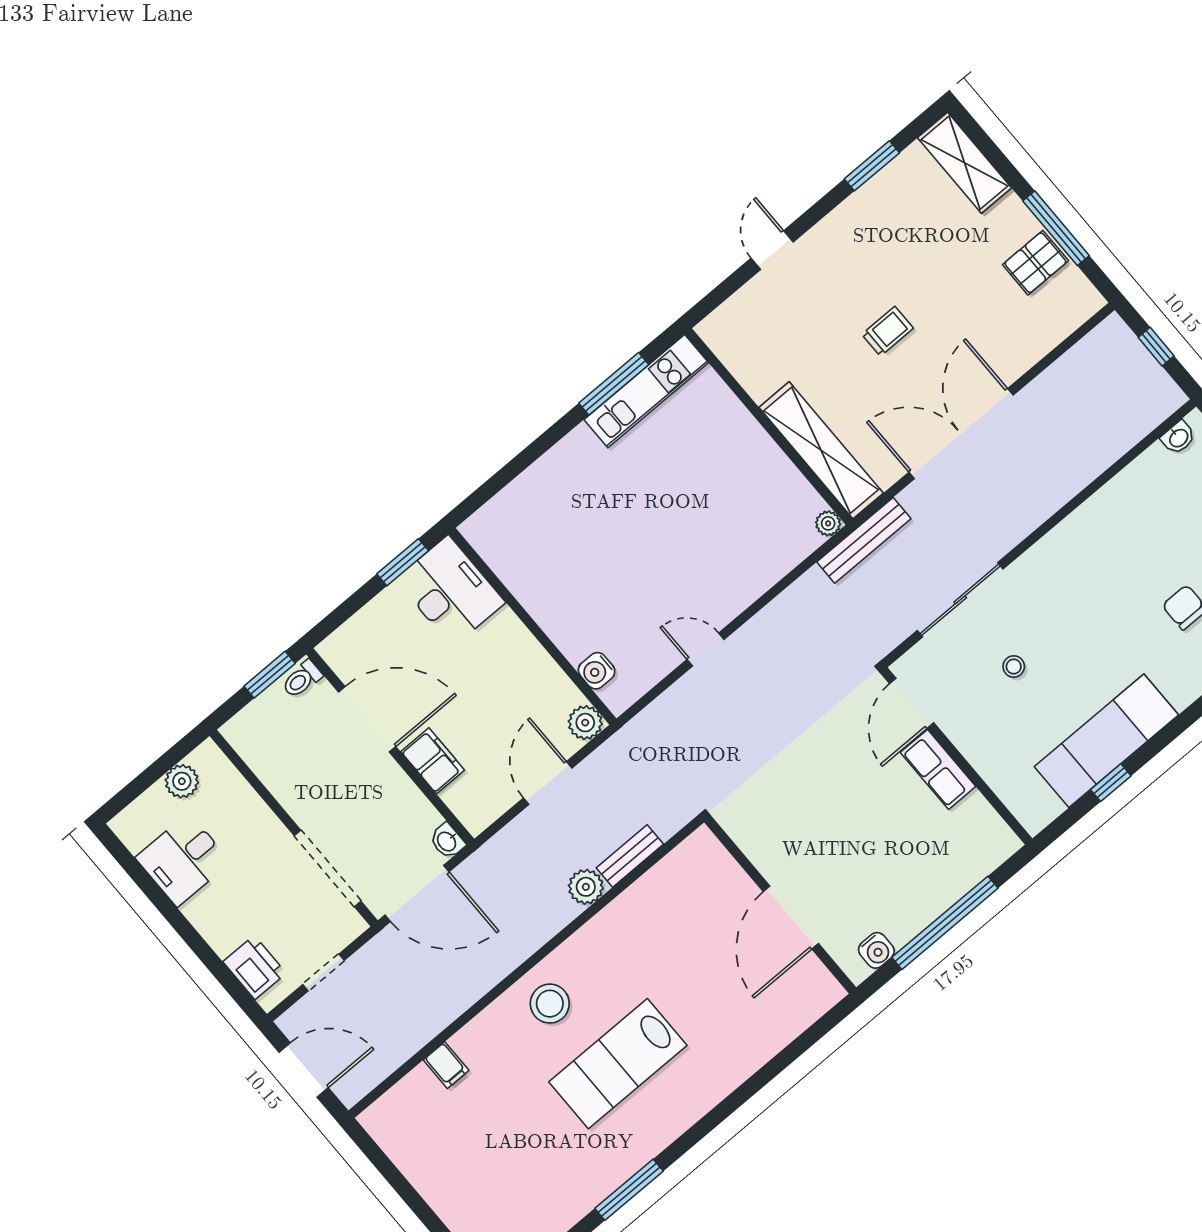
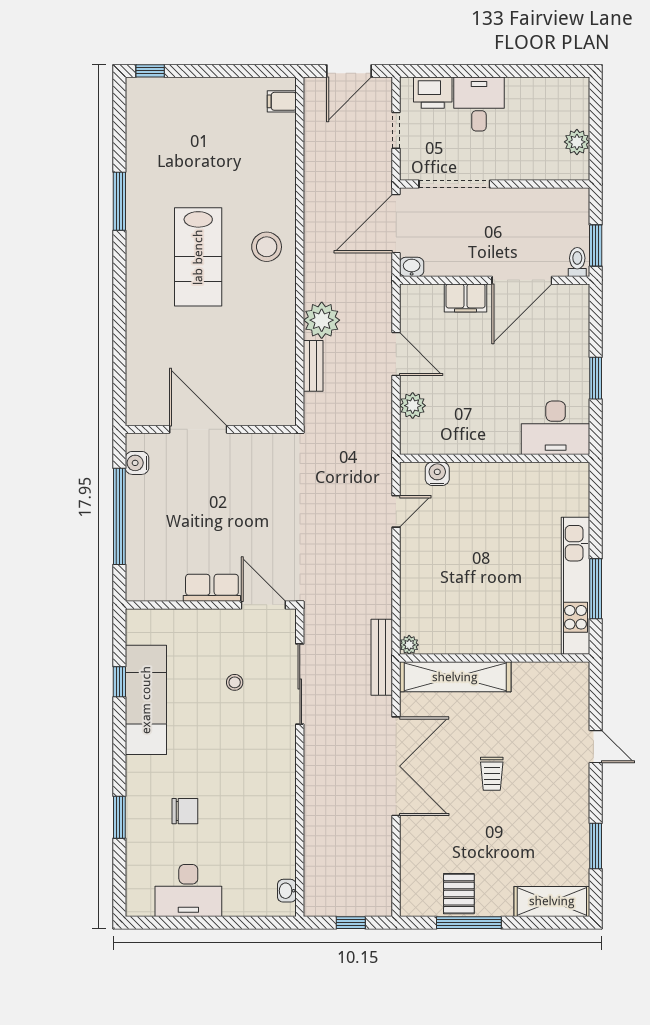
kitchen unit: (646, 391) -> (576, 586), width x1.36
desk: (450, 591) -> (556, 428), moved
wall: (532, 626) -> (495, 458), moved
water cooler: (597, 671) -> (437, 474), moved
desk: (183, 860) -> (479, 104), moved
plant: (586, 887) -> (322, 320), width x1.36, depth x1.36
lab bench: (618, 1064) -> (198, 257), turned 180
filing cabinet: (446, 1065) -> (282, 101), moved

